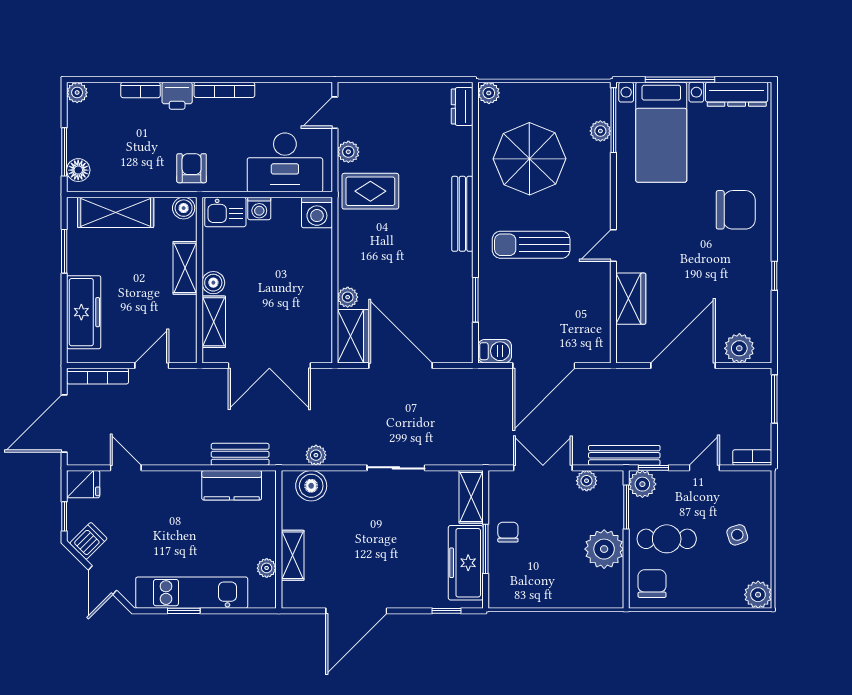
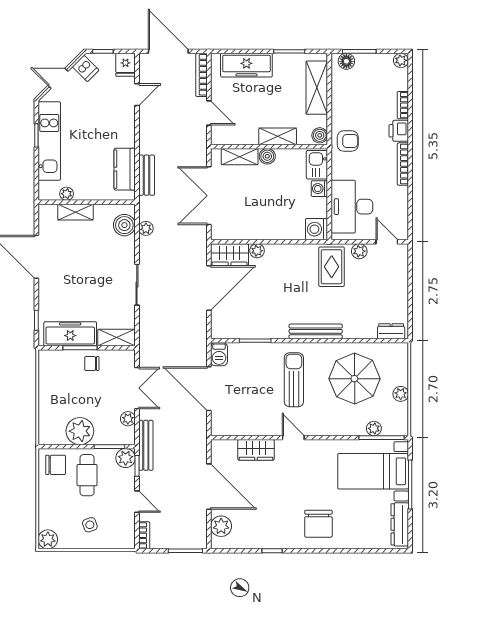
plant: (489, 93) -> (401, 394), moved
chair: (508, 532) -> (92, 363), turned 180

